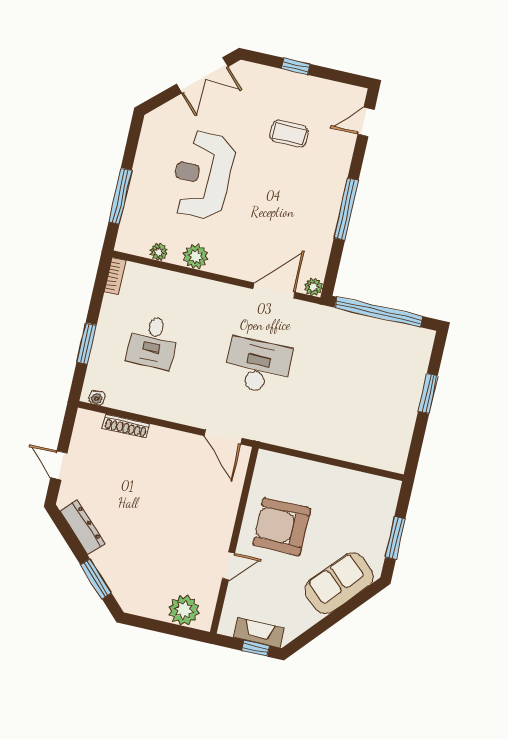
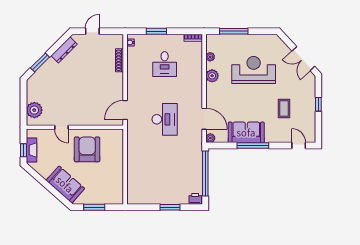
sofa: (318, 216) -> (246, 132), added
desk: (153, 342) -> (165, 64), turned -90
printer: (423, 342) -> (195, 199), added

